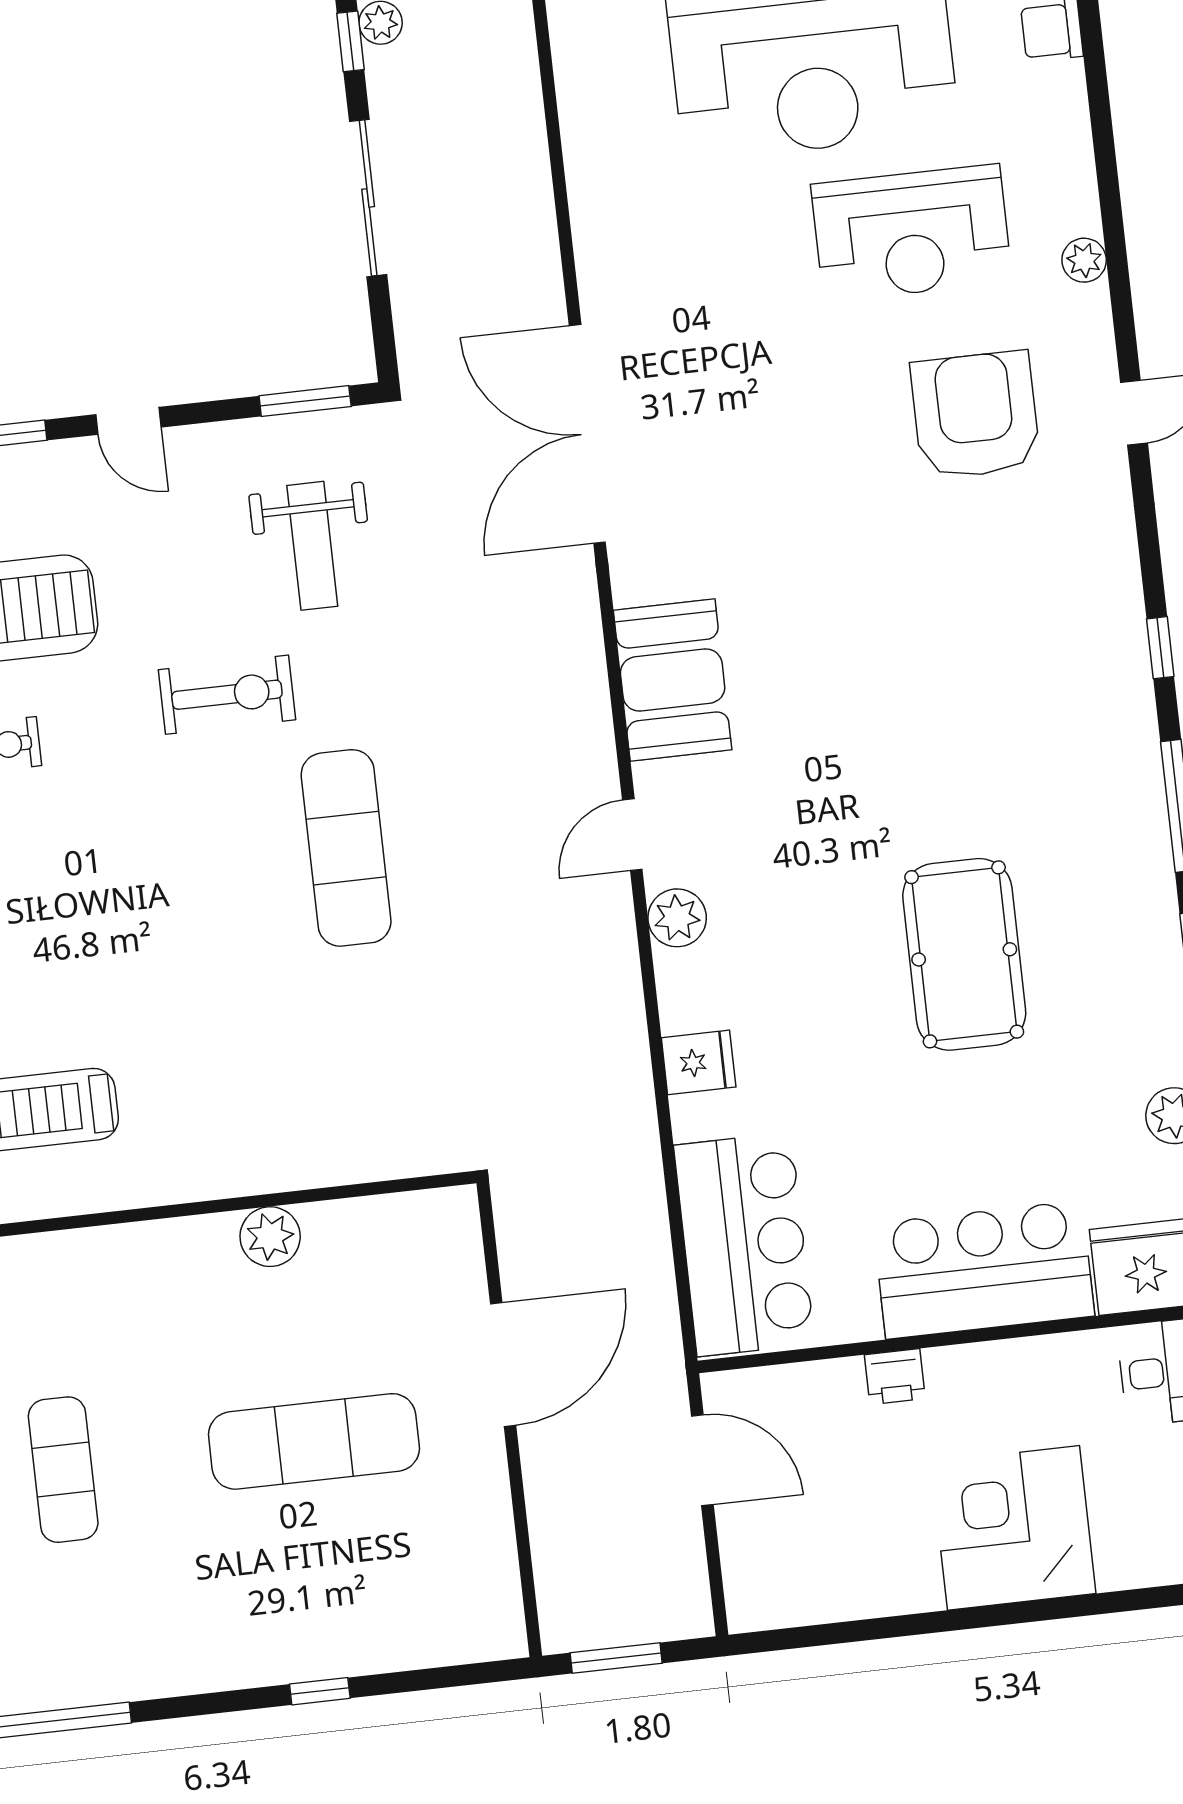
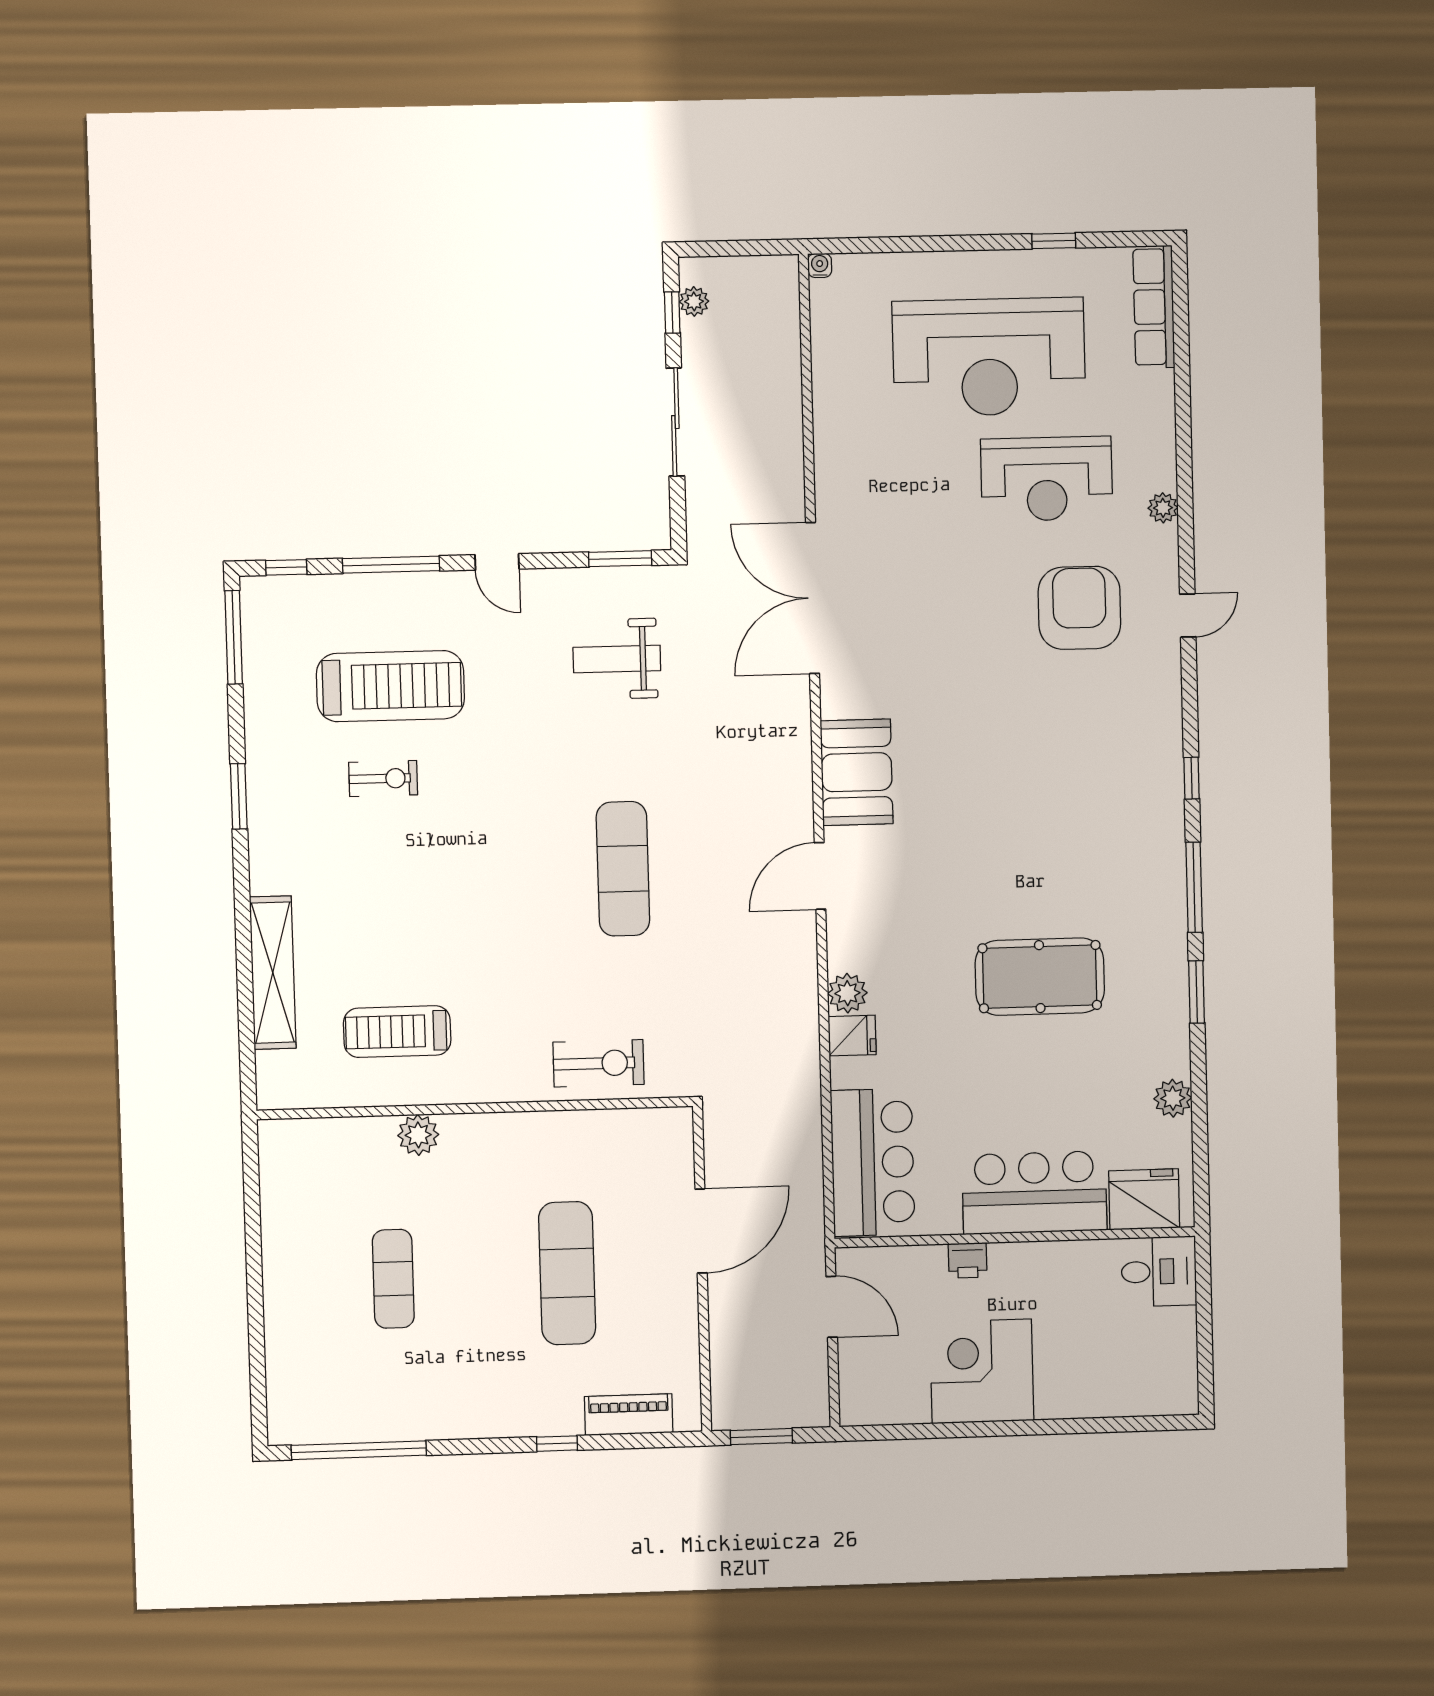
weight bench: (312, 546) -> (617, 659), turned 90
exercise bike: (227, 695) -> (598, 1063), moved
door: (632, 835) -> (820, 876), width x1.38
plant: (677, 918) -> (847, 993), moved
pool table: (964, 954) -> (1040, 977), turned 90
plant: (270, 1237) -> (418, 1135), moved
exercise mat: (314, 1441) -> (567, 1273), turned 90
corner desk: (1013, 1528) -> (982, 1371), moved
piano: (420, 1641) -> (629, 1415), added

